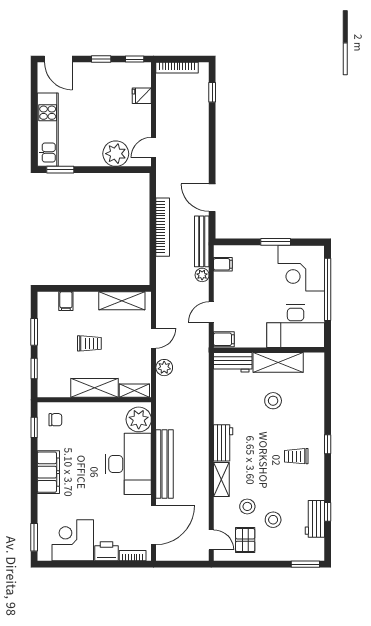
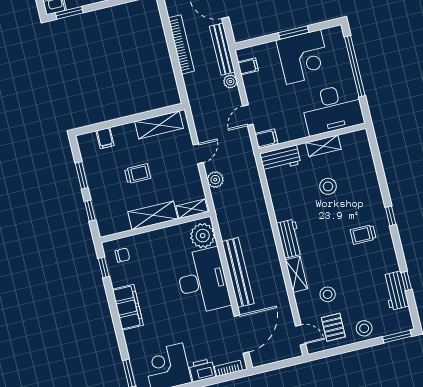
corner desk: (301, 268) -> (304, 57), moved, turned -90
shelving: (278, 362) -> (323, 146), width x0.67, depth x0.75
stool: (273, 520) -> (364, 328), moved

